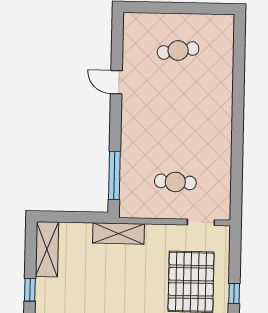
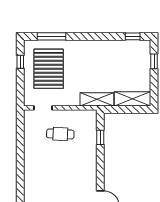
window: (114, 175) -> (100, 137), width x0.46
shelving: (47, 249) -> (133, 99), moved, turned 90

